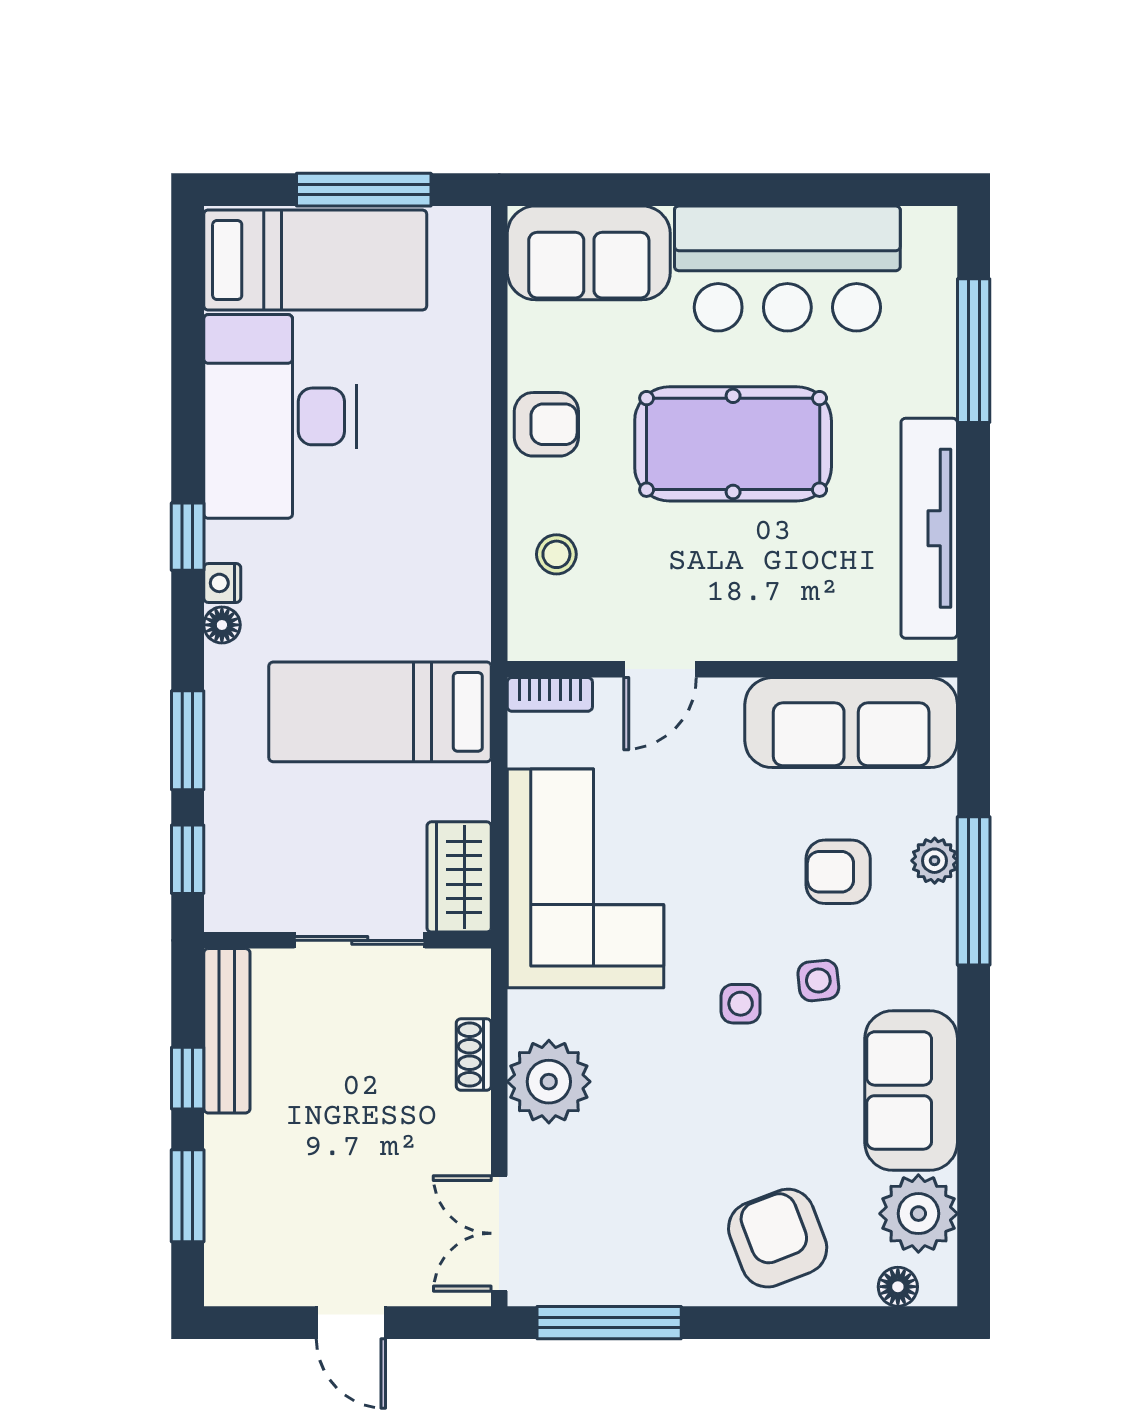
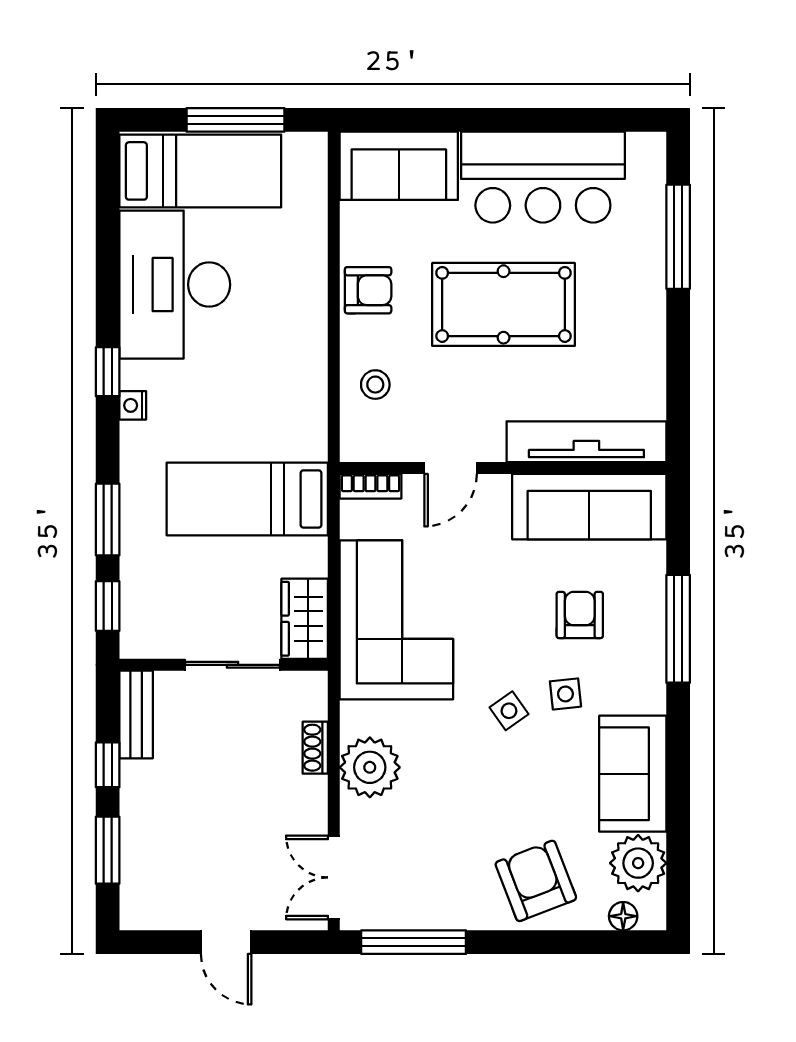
tv unit: (929, 528) -> (586, 442), moved, turned 90
floor lamp: (222, 625) -> (133, 436), removed
plant: (935, 861) -> (650, 607), removed
armchair: (838, 872) -> (580, 615), turned 90
side table: (741, 1004) -> (509, 711), turned -35
bench: (227, 1031) -> (136, 714), width x0.73

